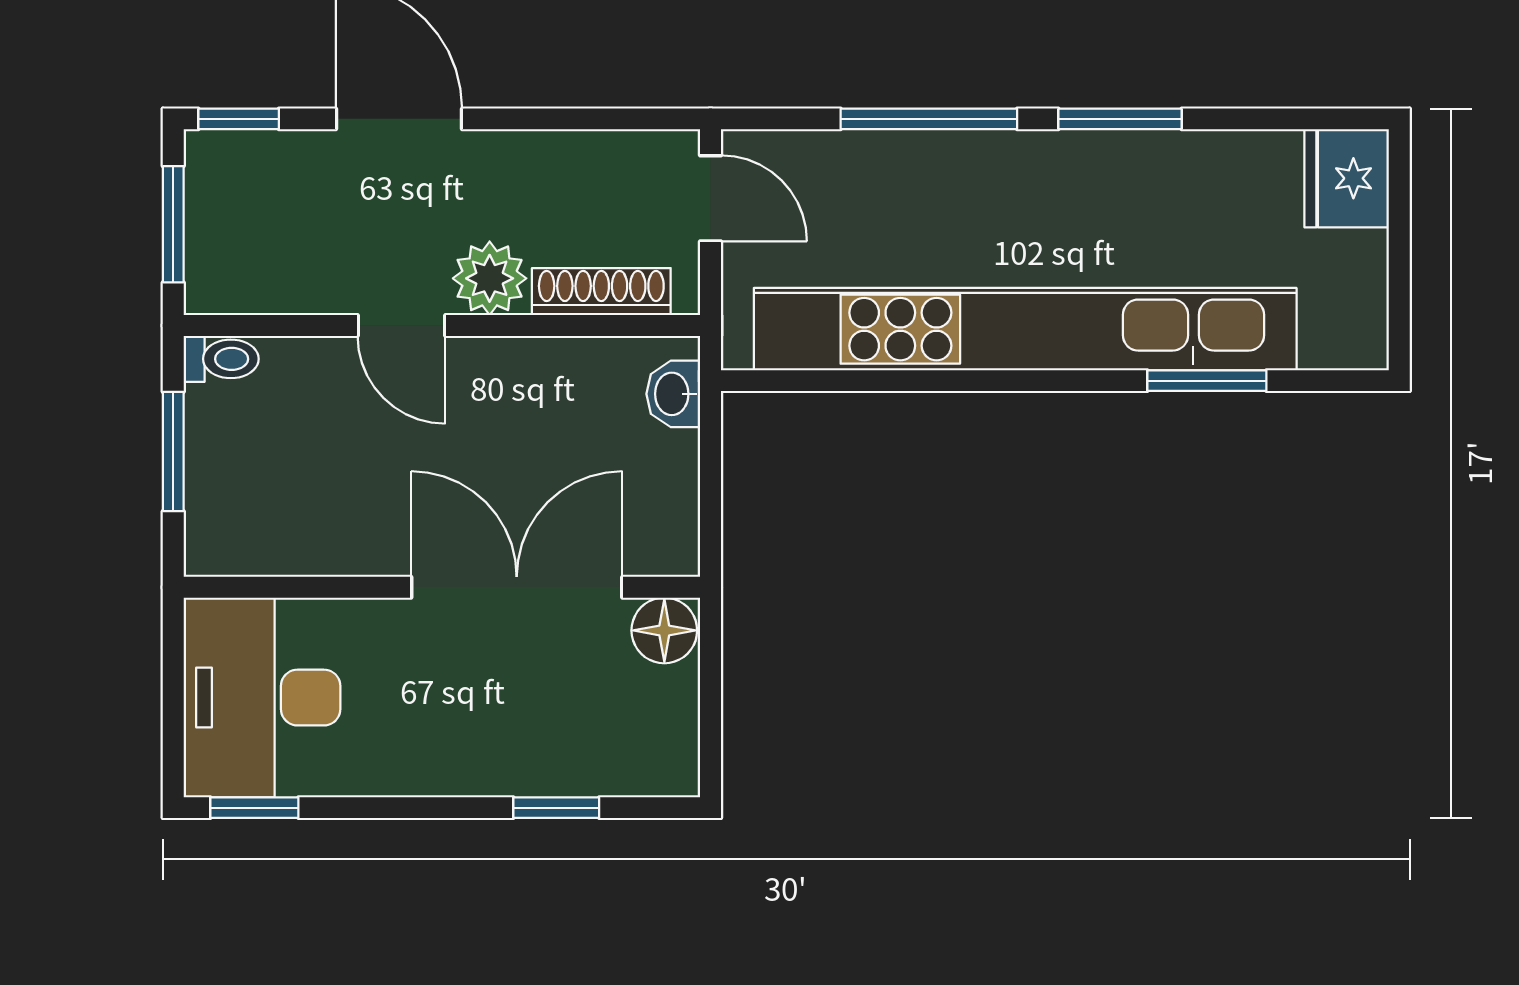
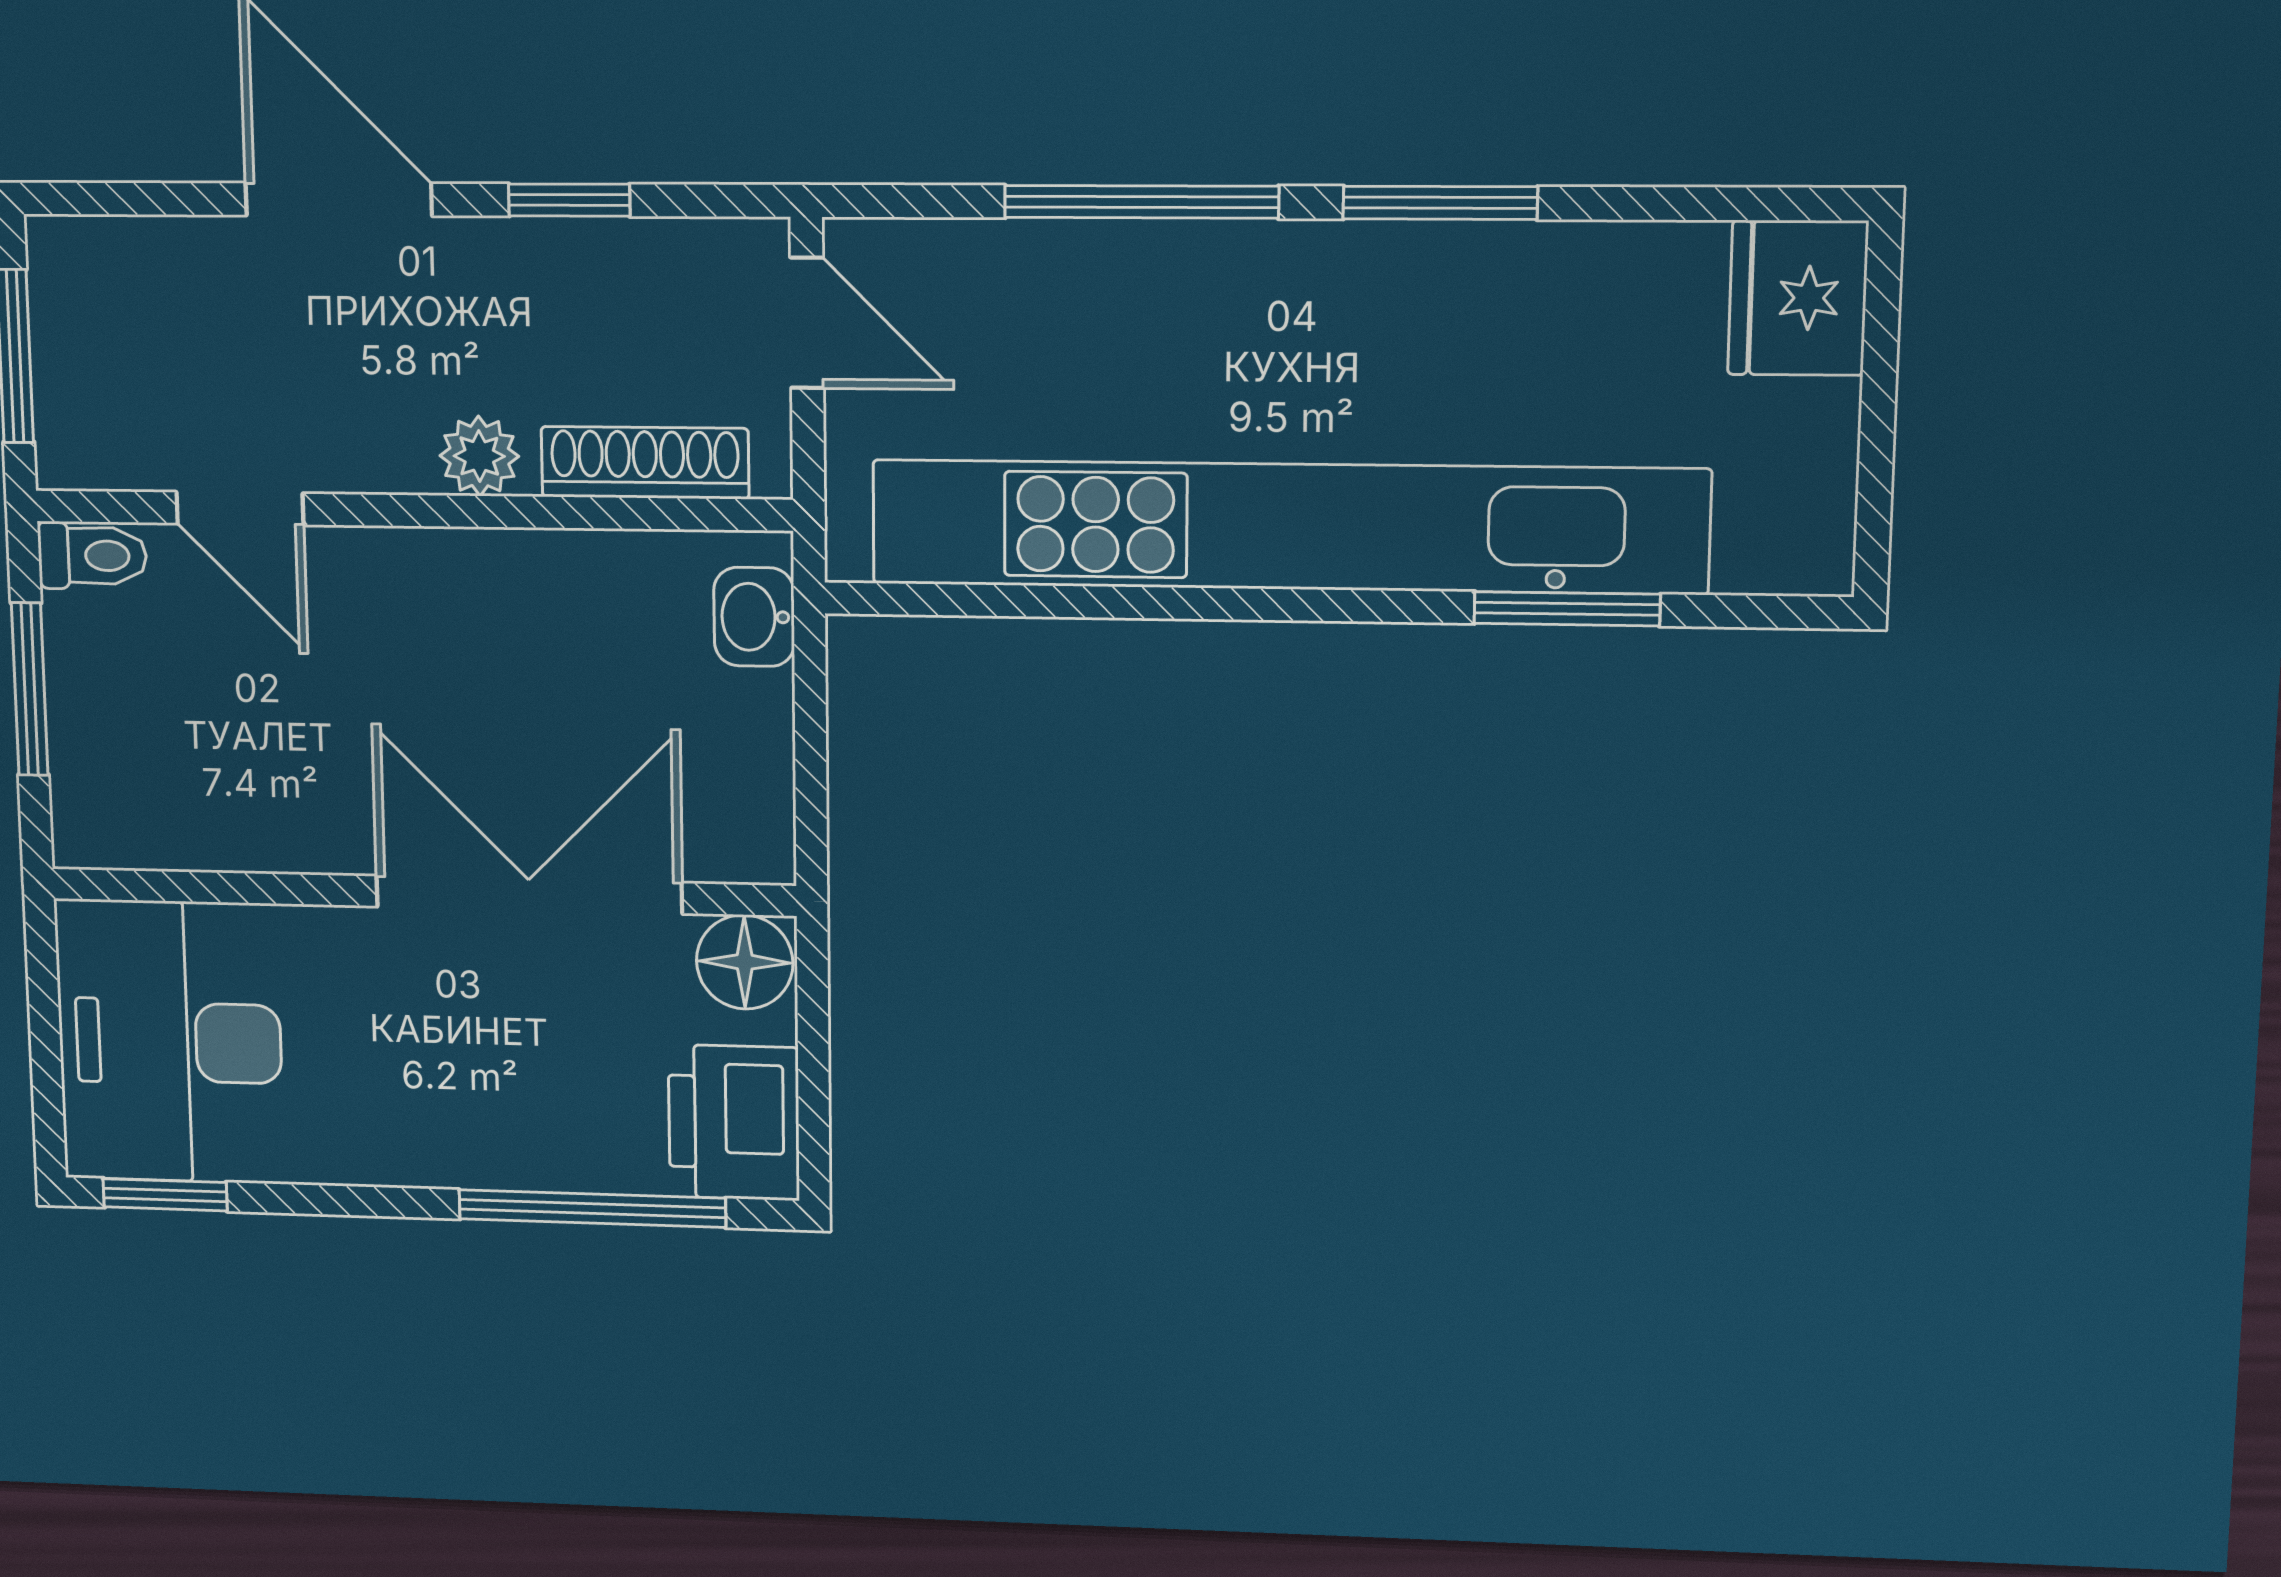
window: (239, 119) -> (569, 200), moved
plant: (490, 278) -> (479, 456), width x0.73, depth x0.73
door: (401, 326) -> (240, 509), moved
printer: (656, 743) -> (734, 1123), added
window: (556, 808) -> (592, 1209), width x2.17

